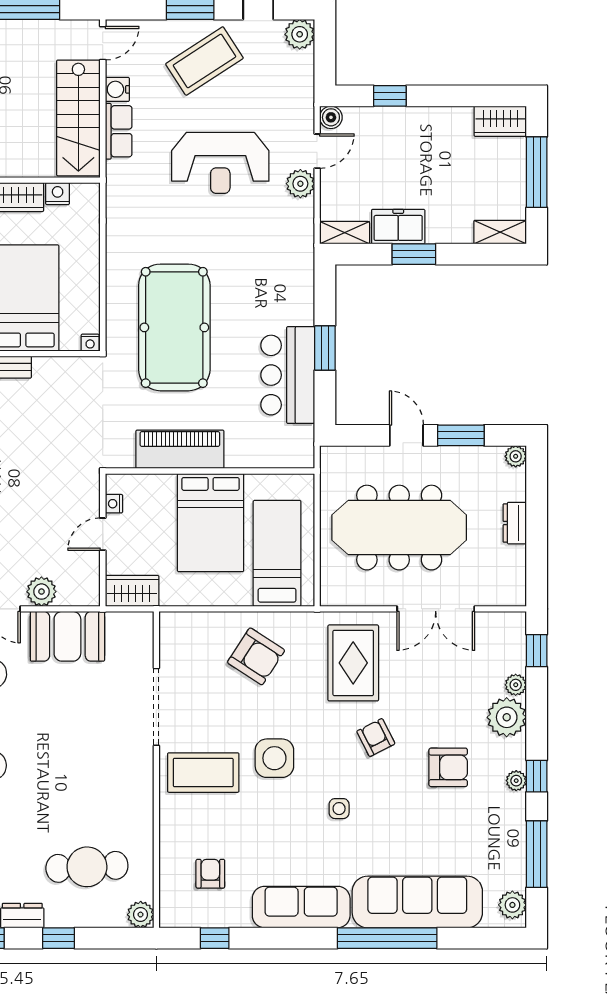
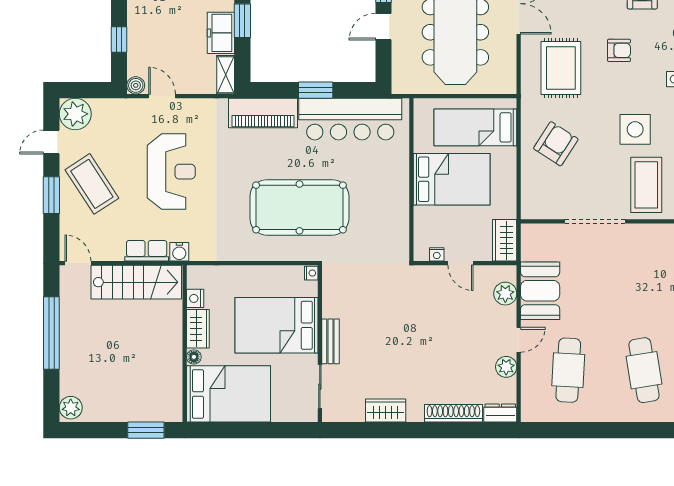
plant: (300, 34) -> (75, 114), width x1.36, depth x1.36
water cooler: (117, 89) -> (179, 252), moved
plant: (300, 184) -> (187, 109), removed
bar counter: (288, 375) -> (350, 119), width x1.36
piano: (180, 449) -> (263, 113), moved, turned -90
plant: (41, 592) -> (505, 294), moved
rug: (353, 663) -> (561, 68), turned 90
armchair: (376, 737) -> (619, 50), turned -153

